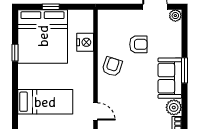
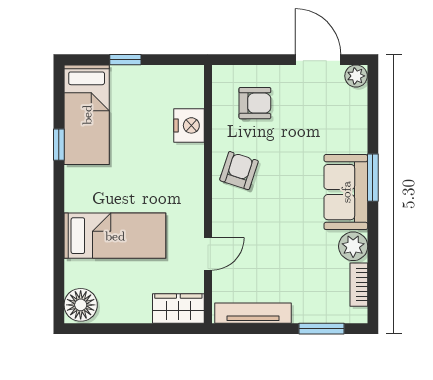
bed: (43, 36) -> (87, 115), width x0.49
armchair: (138, 44) -> (255, 103), moved
door: (95, 112) -> (208, 254), hinge flipped

